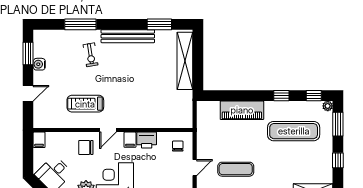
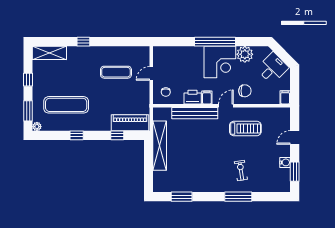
window: (80, 24) -> (238, 197), moved
bench: (128, 36) -> (195, 113), moved
shelving: (185, 61) -> (160, 146), moved
window: (314, 96) -> (117, 135), moved
piano: (242, 110) -> (130, 123), moved

